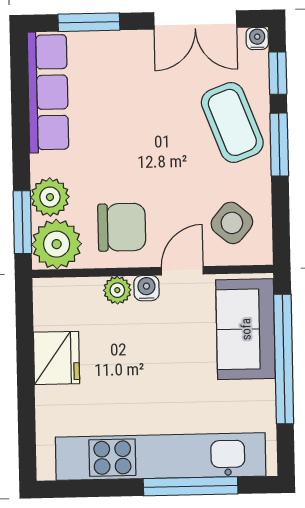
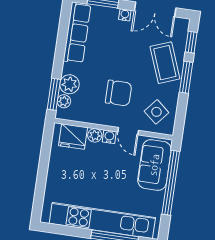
water cooler: (257, 38) -> (125, 15), moved
chair: (122, 227) -> (119, 93), moved
plant: (57, 244) -> (64, 101), width x0.53, depth x0.53
door: (182, 271) -> (128, 131), swing flipped
fridge: (57, 358) -> (73, 137), moved, turned 90

